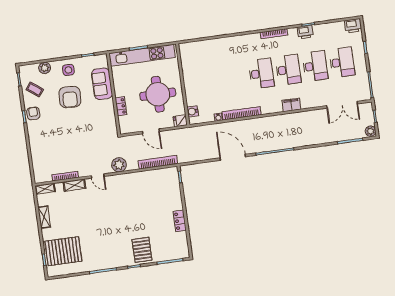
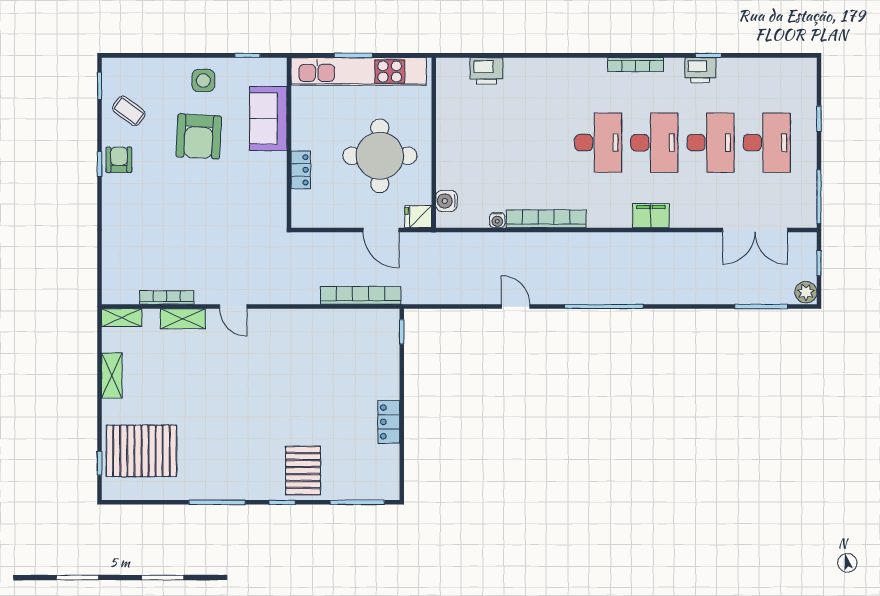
printer: (353, 26) -> (486, 71), moved
plant: (45, 68) -> (155, 70), removed
door: (151, 131) -> (381, 230), moved
door: (233, 157) -> (516, 307), width x0.53
plant: (119, 165) -> (280, 290), removed

